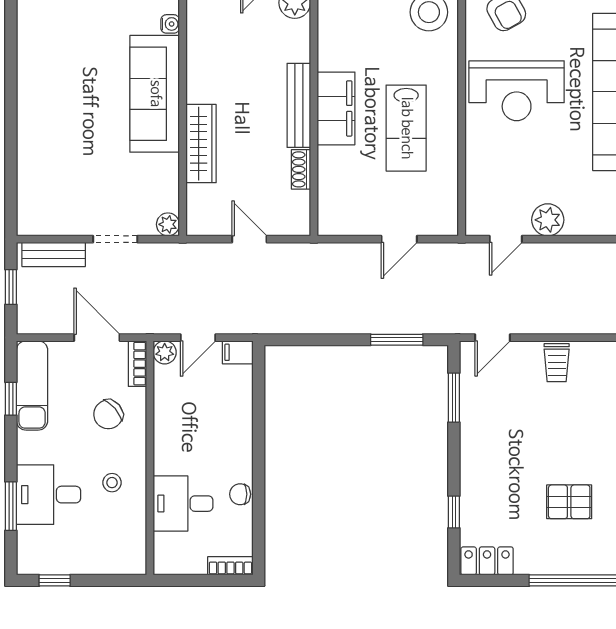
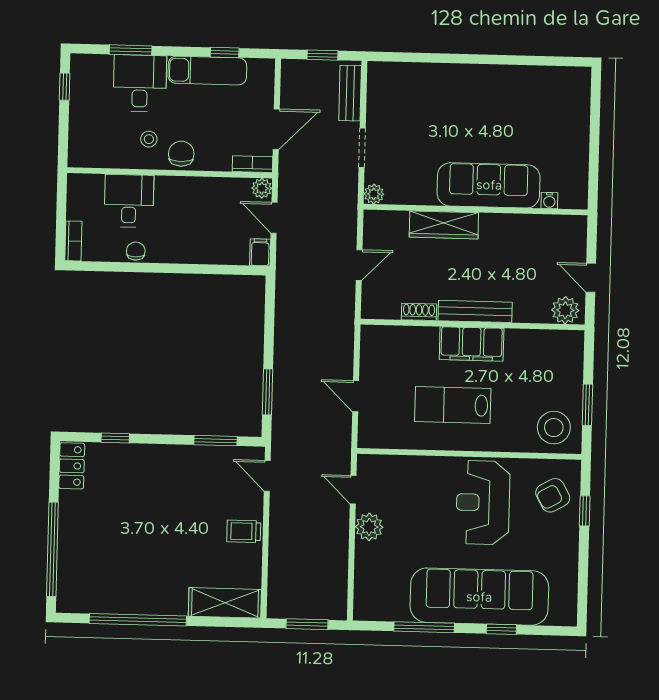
exam couch: (32, 385) -> (207, 71), moved
chair: (108, 414) -> (181, 154), moved, turned 41
pallet: (569, 502) -> (122, 539), removed

